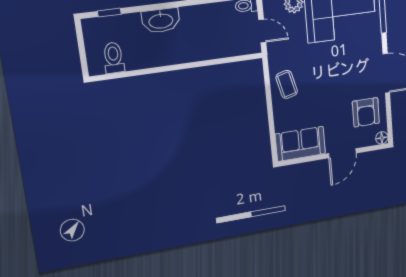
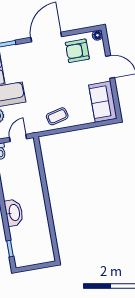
toilet: (114, 58) -> (42, 245), removed
armchair: (366, 112) -> (77, 51), turned 180

